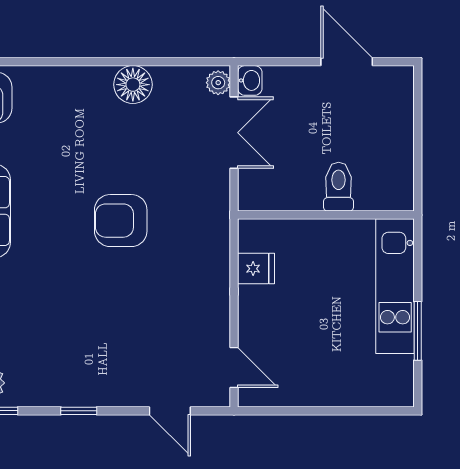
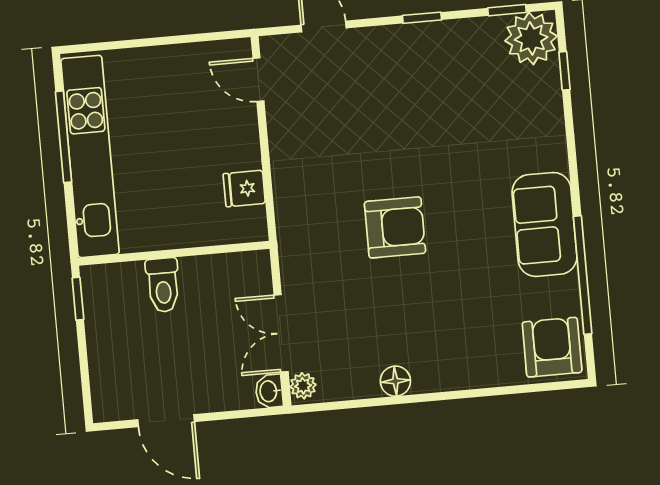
floor lamp: (133, 85) -> (395, 381), width x0.73, depth x0.73
window: (418, 181) -> (78, 299), added
kitchen unit: (395, 286) -> (90, 156), width x1.36
window: (418, 331) -> (63, 137), width x1.44

